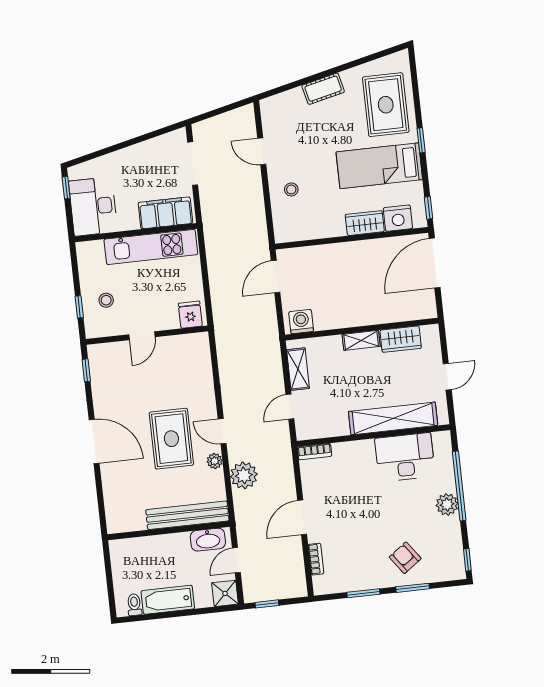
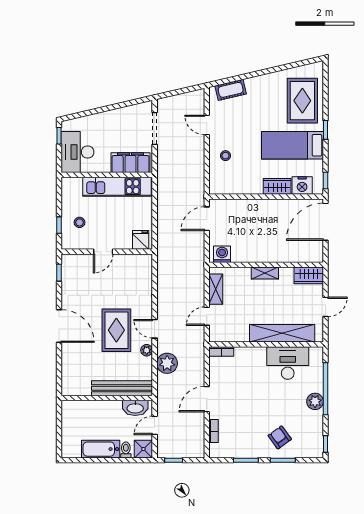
cot: (323, 89) -> (231, 90), moved
wardrobe: (401, 339) -> (309, 275), moved
toilet: (134, 605) -> (126, 450), moved

